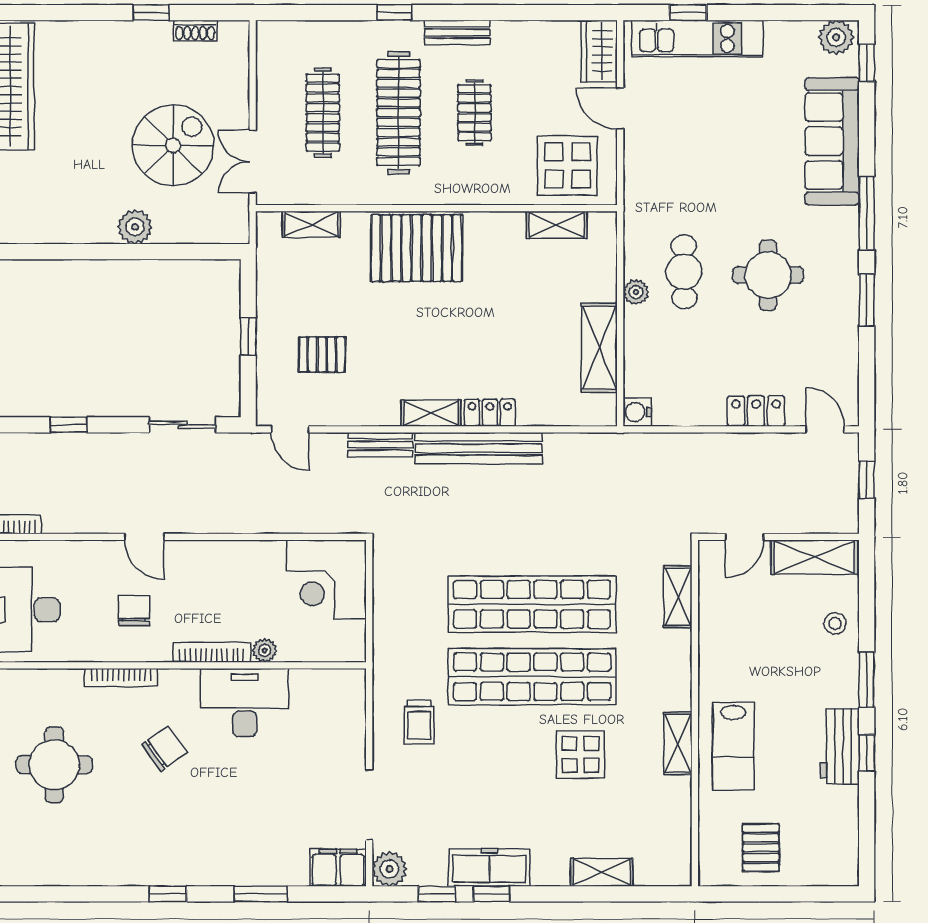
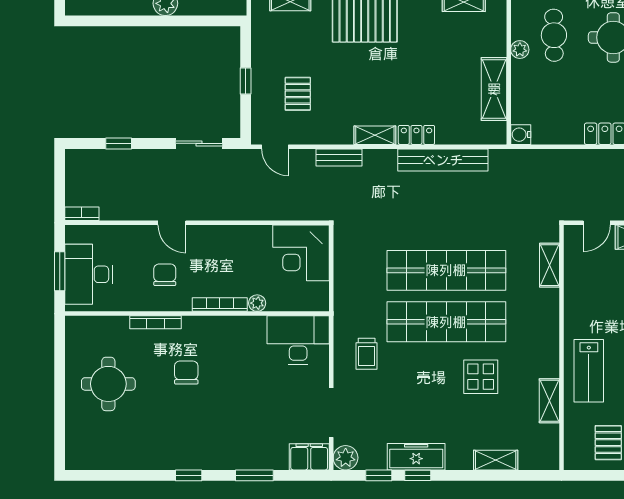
pallet: (322, 355) -> (298, 94), turned 90
bench: (479, 448) -> (443, 160), moved
desk: (245, 703) -> (298, 340), moved
shelving: (678, 743) -> (549, 401), moved
chair: (164, 749) -> (186, 372), turned -55

